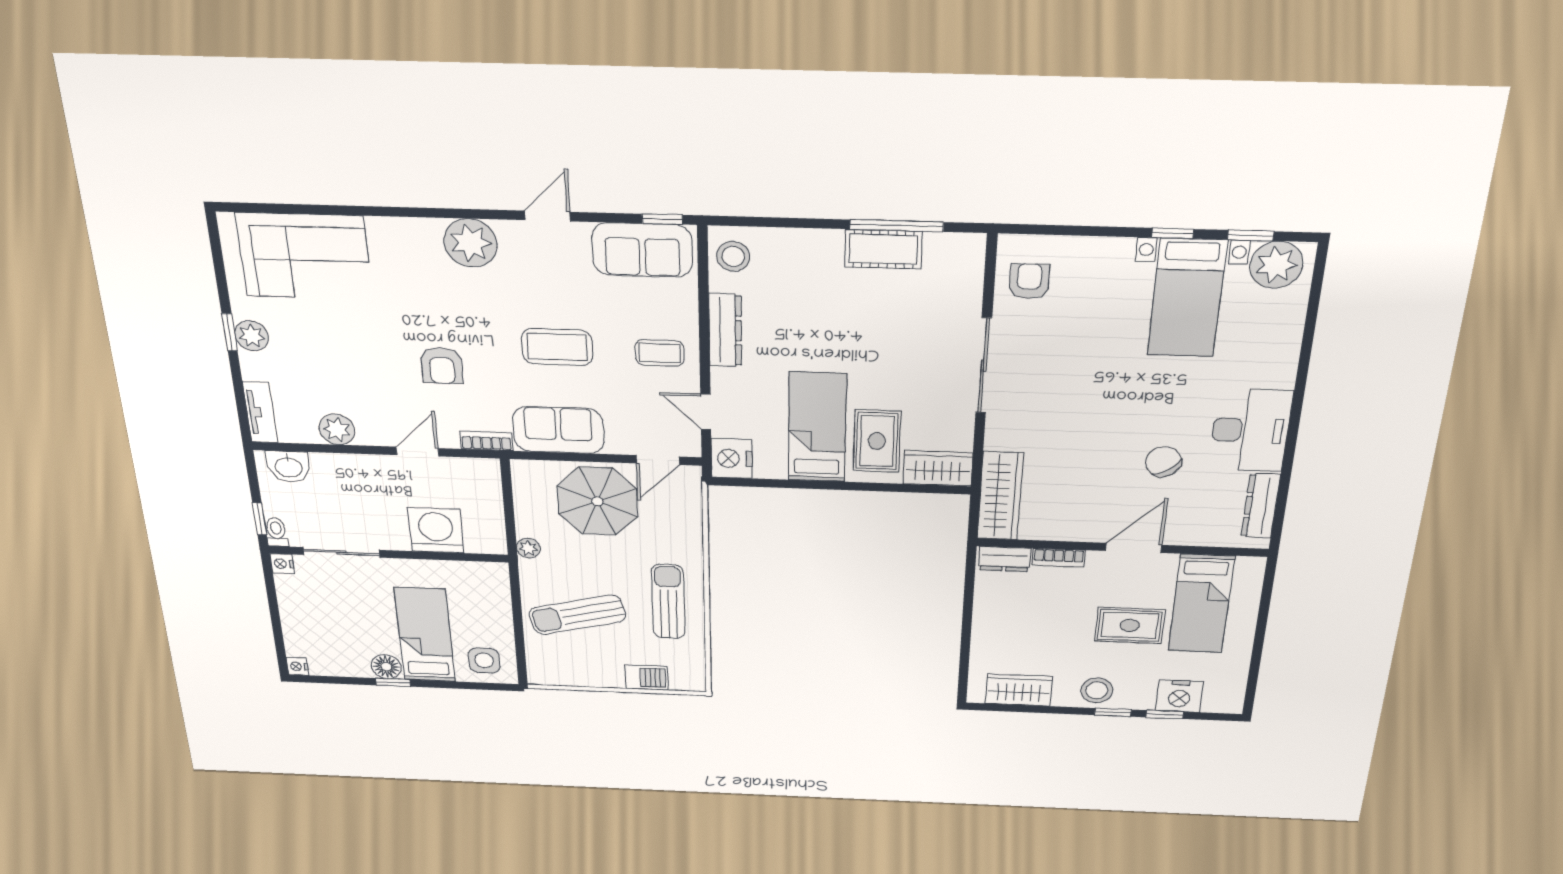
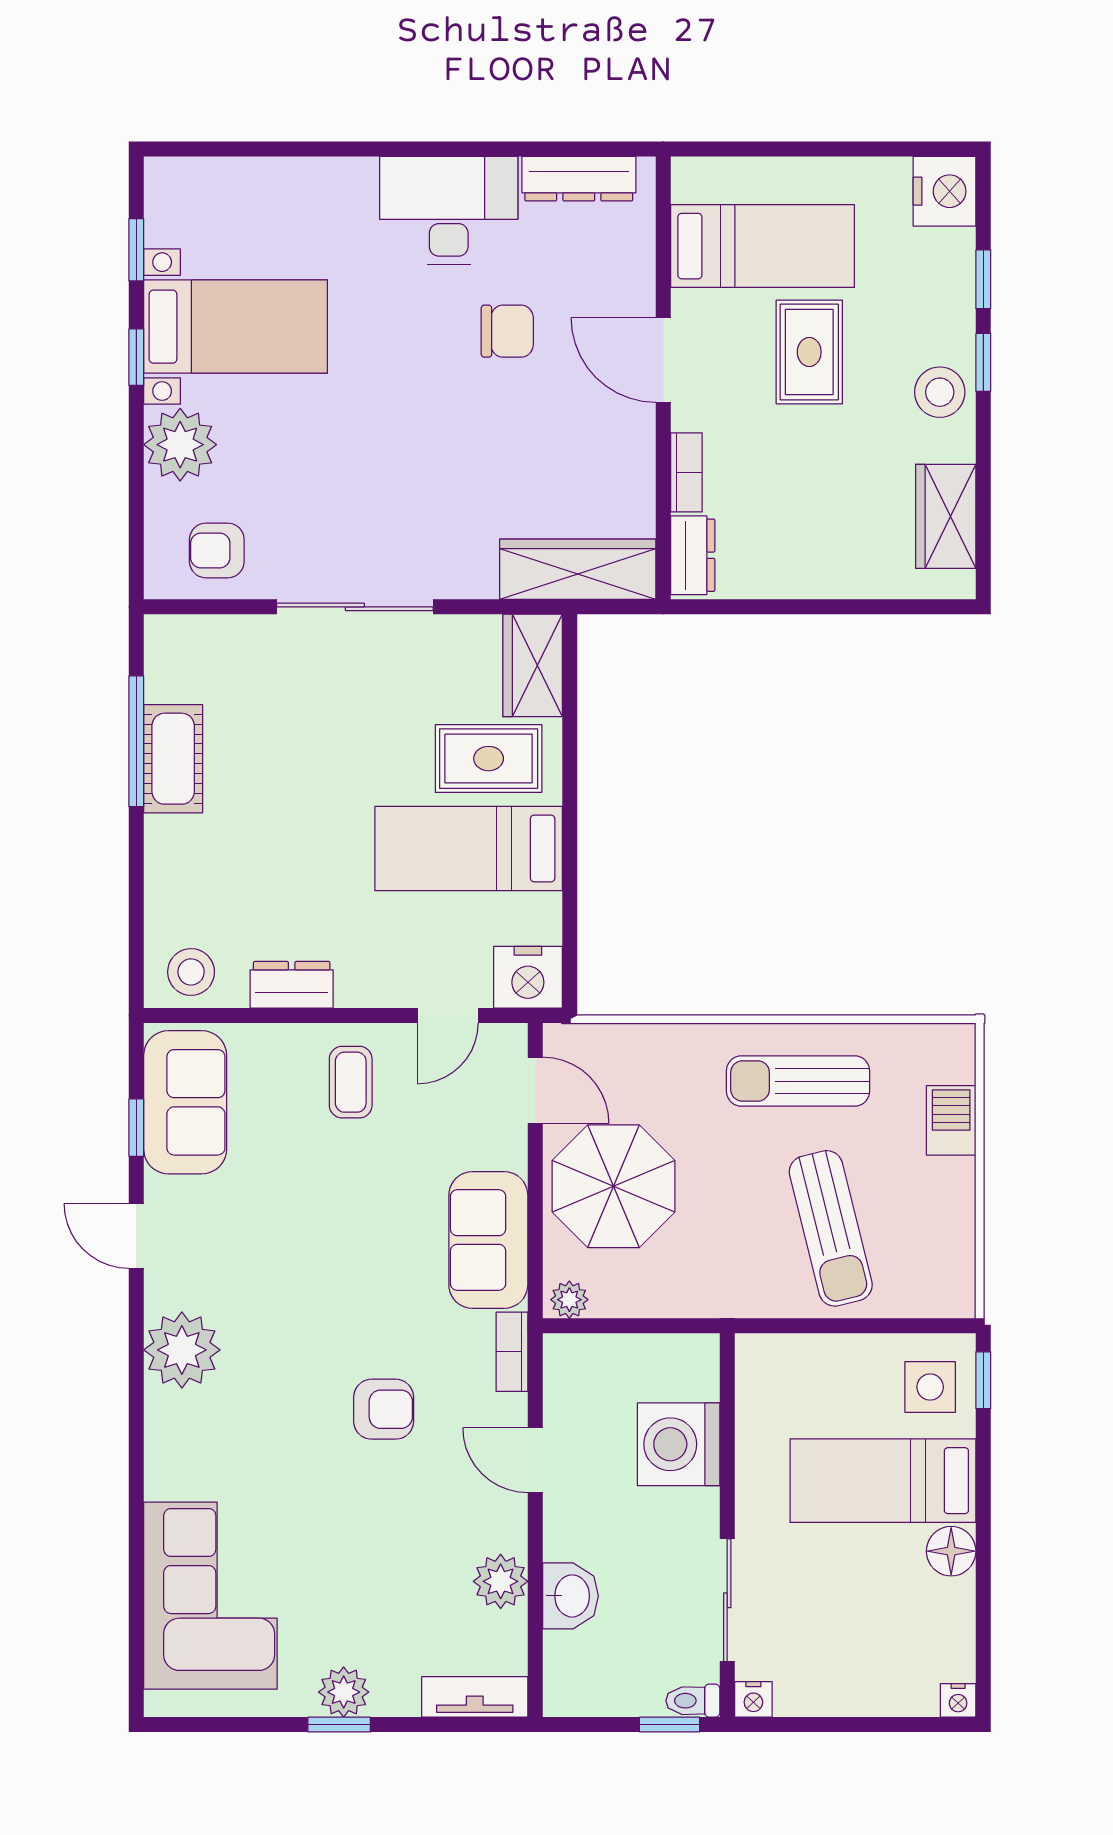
window: (662, 219) -> (136, 1128), moved
plant: (1276, 265) -> (180, 445), moved
dresser: (725, 330) -> (292, 985), width x0.70
coffee table: (557, 347) -> (346, 1234), removed
chair: (1163, 462) -> (507, 331), turned -145
washbasin: (288, 467) -> (570, 1596), moved
plant: (528, 548) -> (569, 1300), moved
window: (393, 682) -> (983, 1380), moved
nightstand: (1179, 696) -> (945, 191), moved

